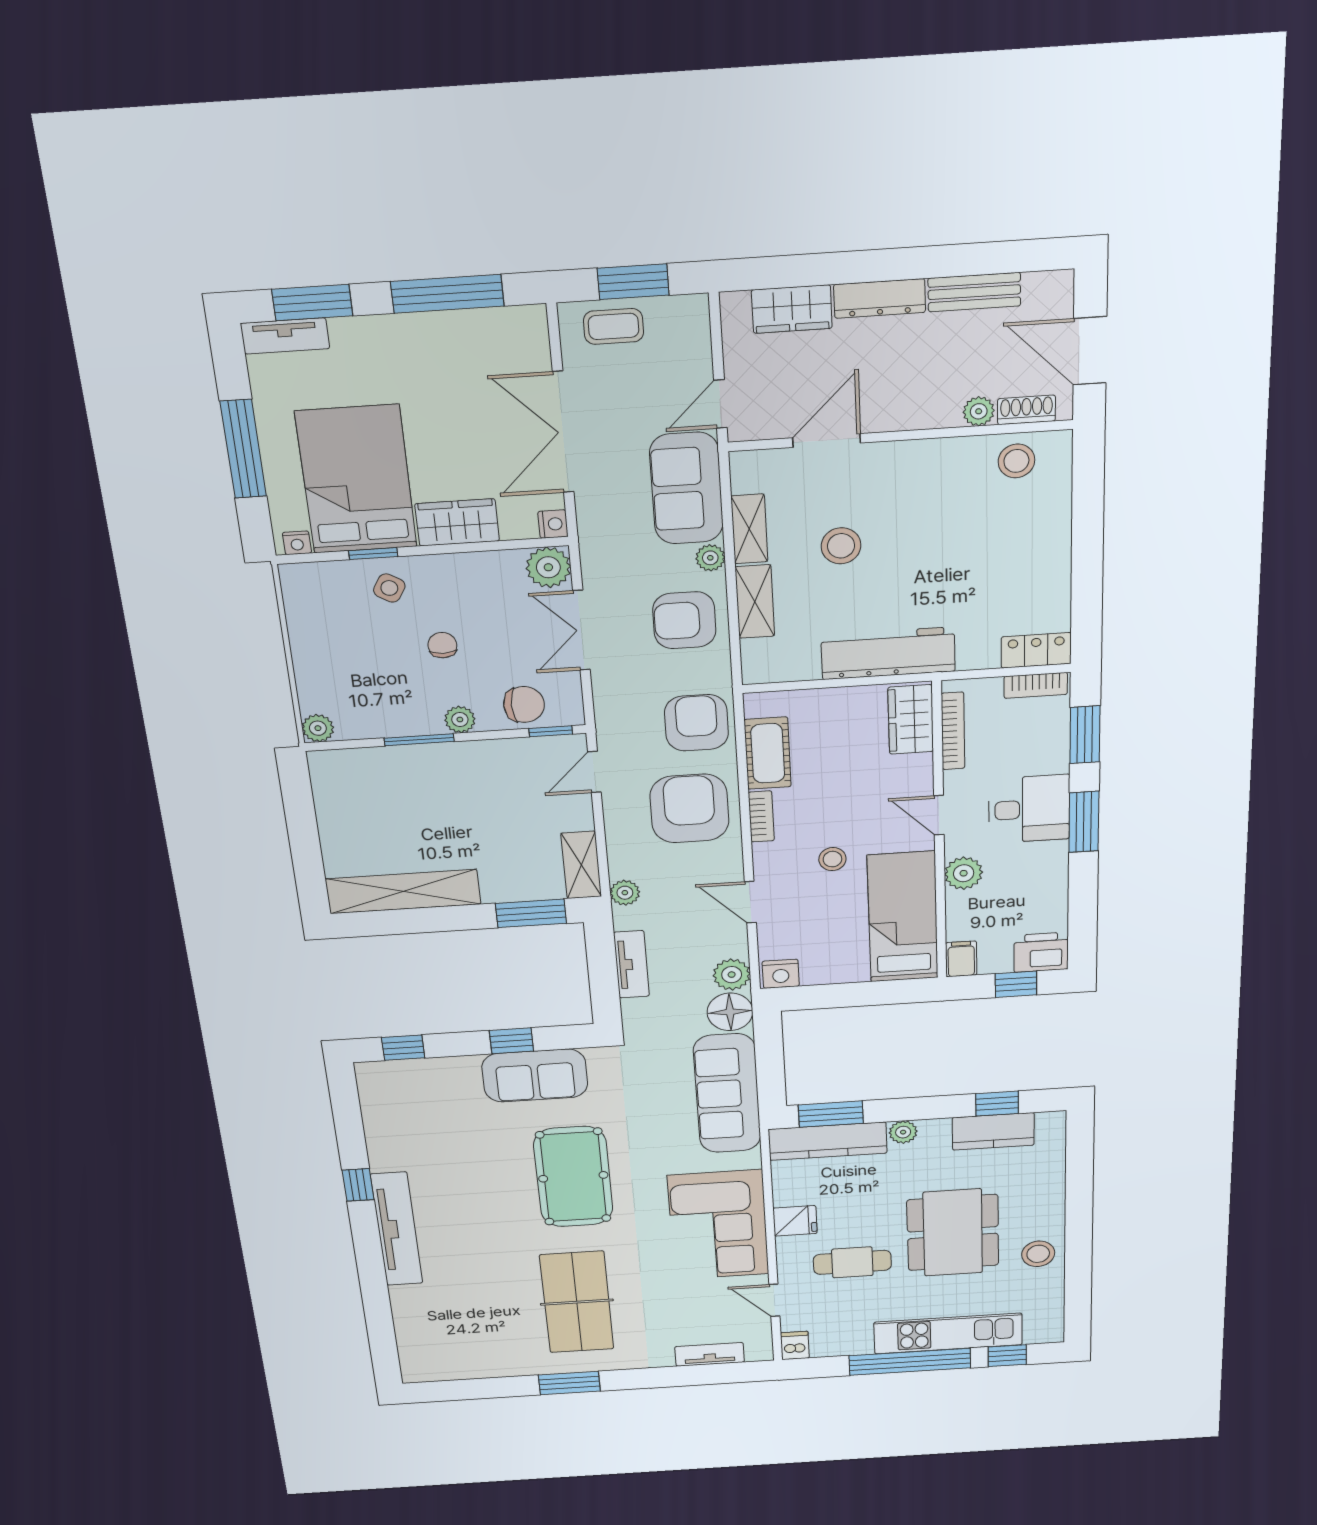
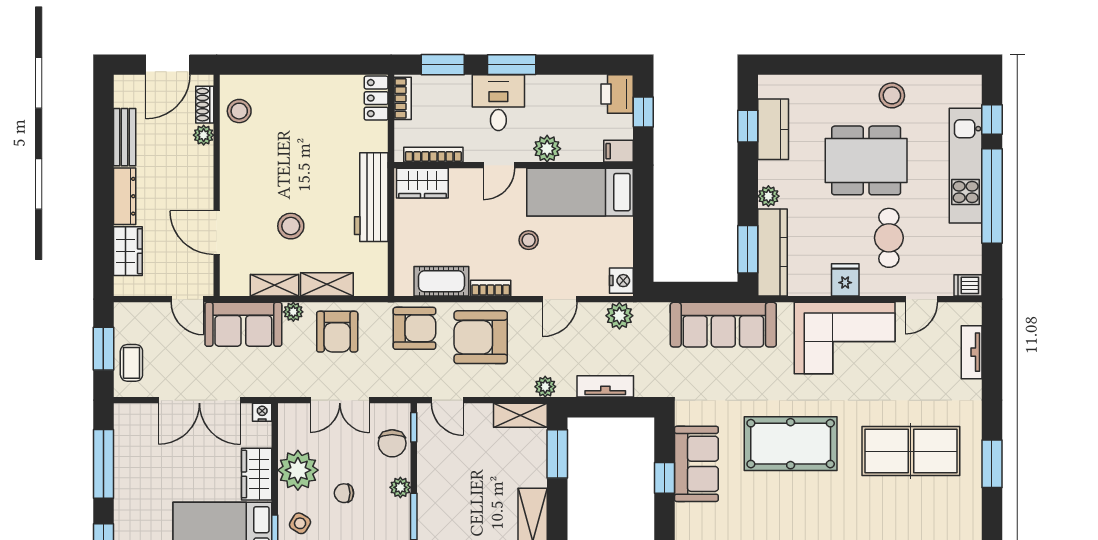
plant: (548, 567) -> (298, 470), moved, width x1.36, depth x1.36
chair: (524, 705) -> (392, 443), turned 180
armchair: (696, 723) -> (414, 328), turned 180
floor lamp: (730, 1012) -> (651, 319), removed

